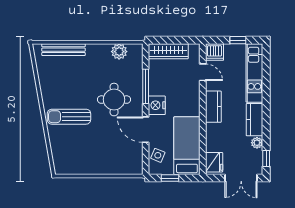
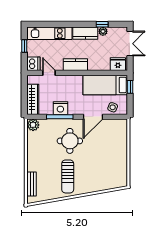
bench: (64, 50) -> (32, 184), width x0.73
plant: (119, 52) -> (33, 125), moved
door: (203, 72) -> (49, 73), hinge flipped
nightstand: (157, 105) -> (60, 108), moved
sun lounger: (69, 117) -> (68, 176), moved
window: (266, 158) -> (102, 24), moved
window: (170, 178) -> (130, 87), moved

